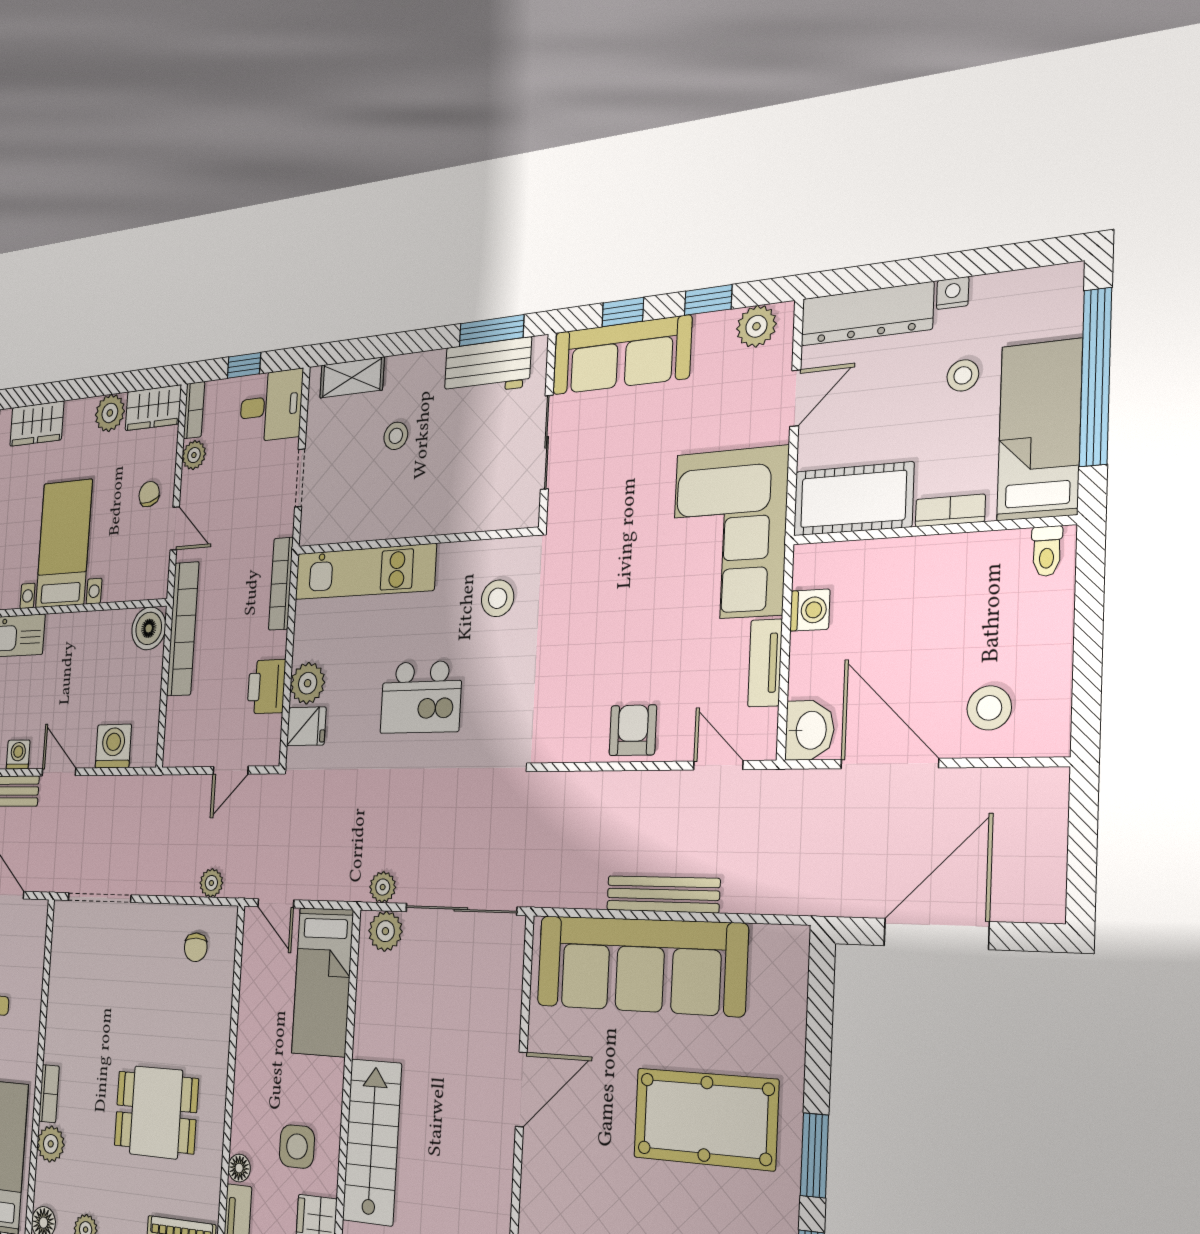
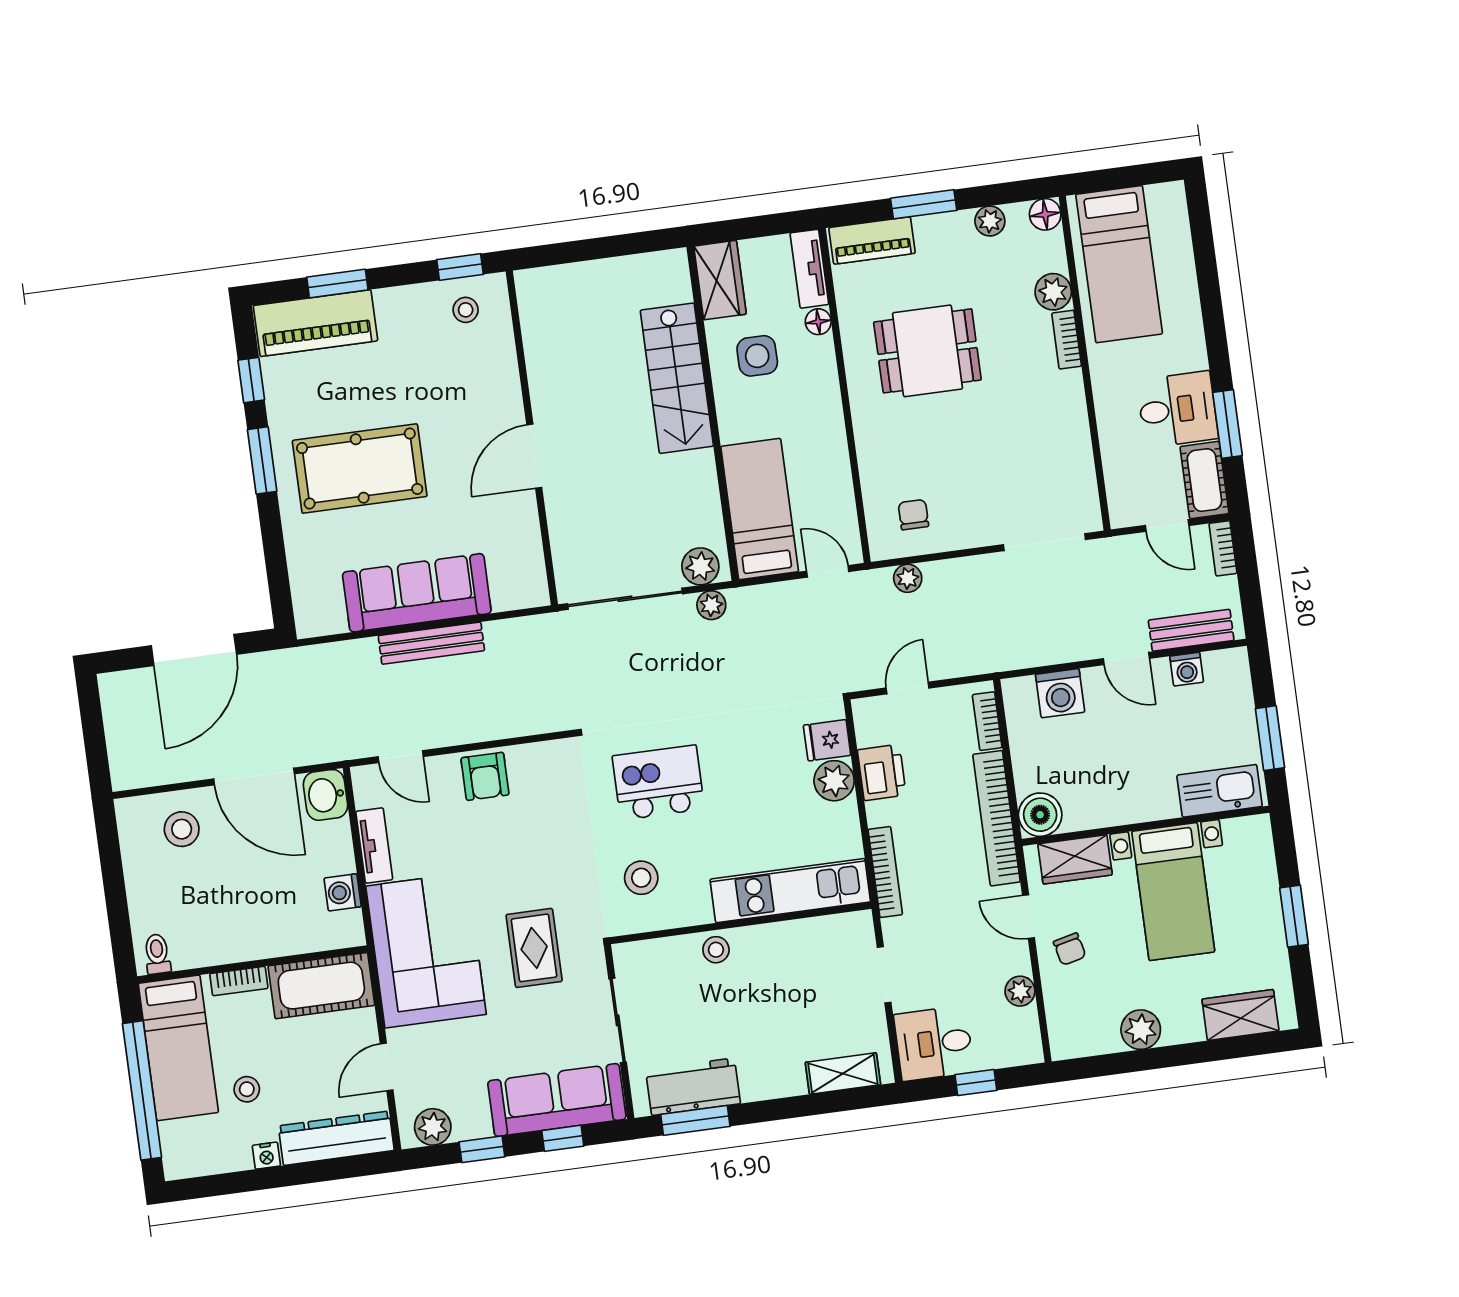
wardrobe: (153, 408) -> (1075, 859), moved, turned 180
bookcase: (194, 410) -> (987, 721), moved
stool: (396, 436) -> (716, 950), moved
rug: (616, 528) -> (534, 948), added
kitchen island: (421, 697) -> (658, 782), moved
sofa: (640, 965) -> (417, 593), width x0.74, depth x0.79

